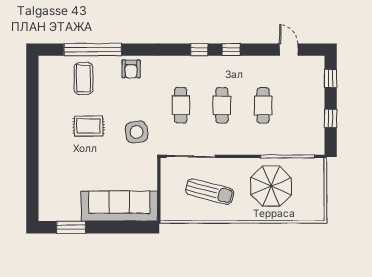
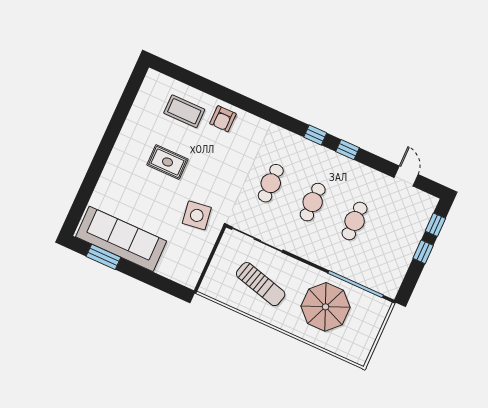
window: (93, 50) -> (207, 86), removed
armchair: (131, 69) -> (223, 119), moved
coffee table: (84, 78) -> (184, 111), turned 90
window: (331, 118) -> (423, 252), moved
side table: (137, 132) -> (197, 215), moved
sofa: (119, 206) -> (121, 239), moved

